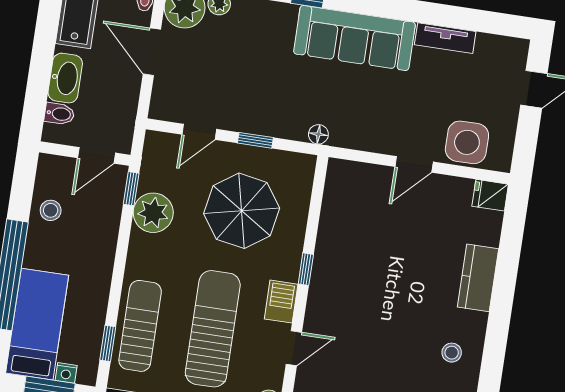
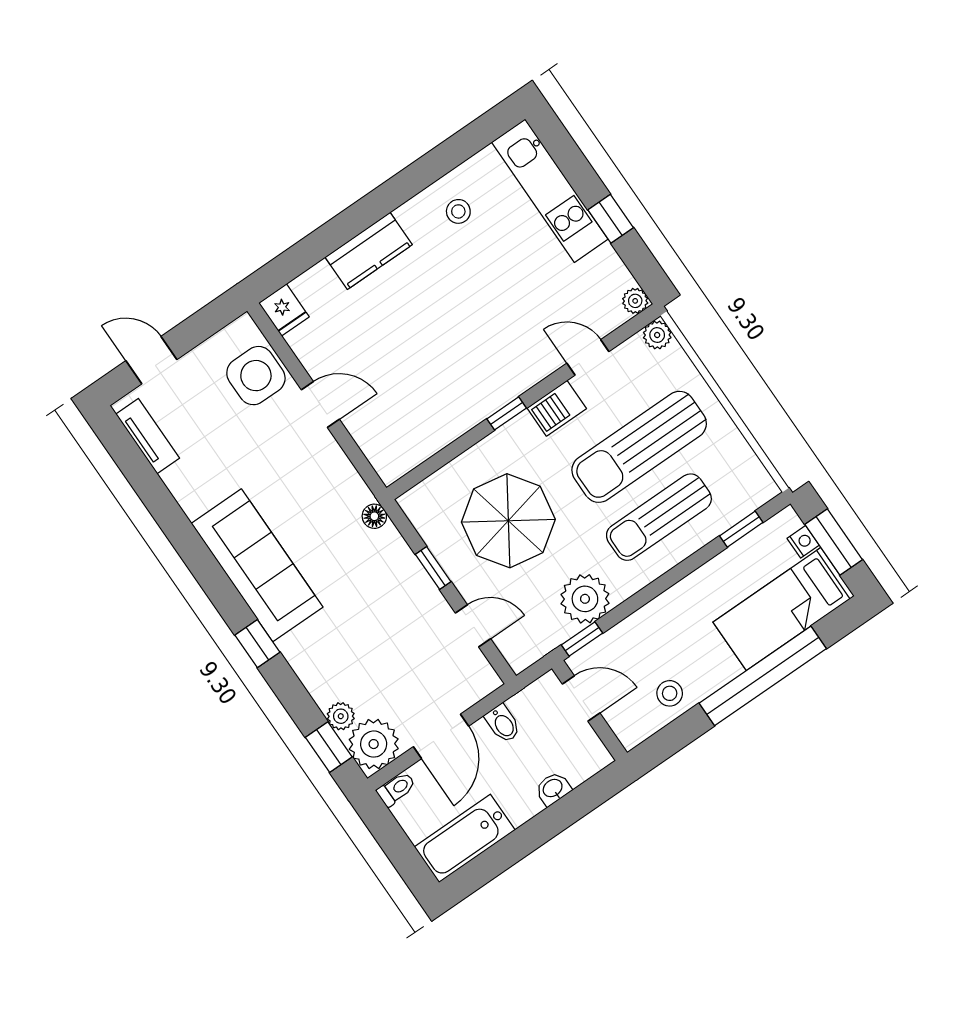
tv unit: (445, 38) -> (148, 436), moved
washbasin: (65, 78) -> (553, 789), width x0.52, depth x0.69
bidet: (59, 114) -> (503, 724), moved, turned 180
sun lounger: (140, 326) -> (659, 517), moved

